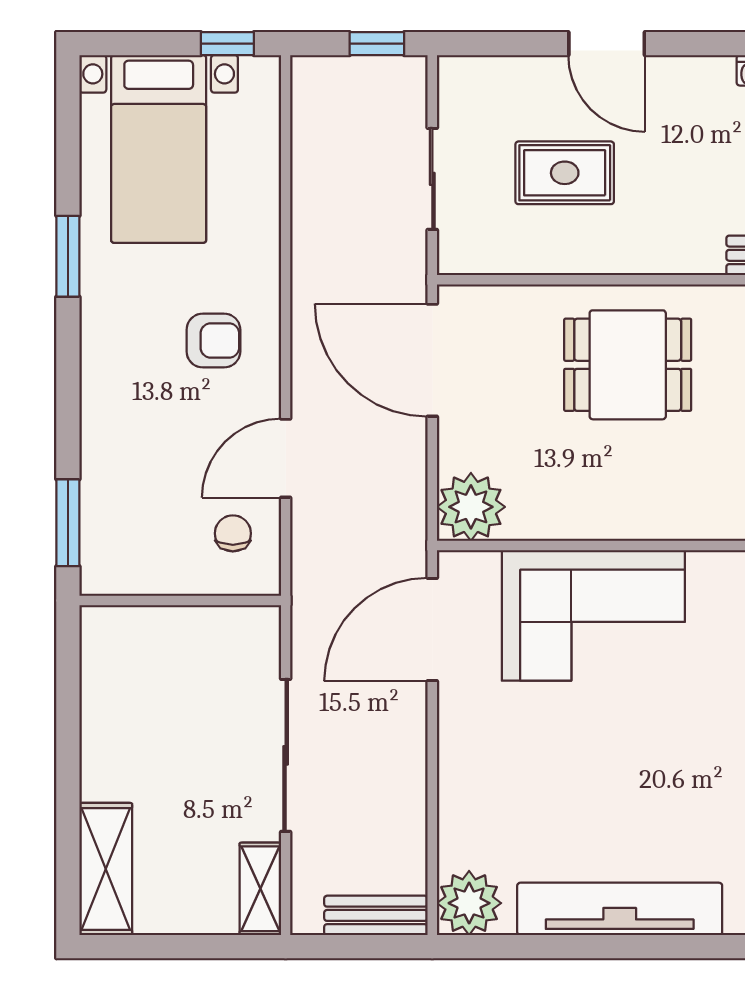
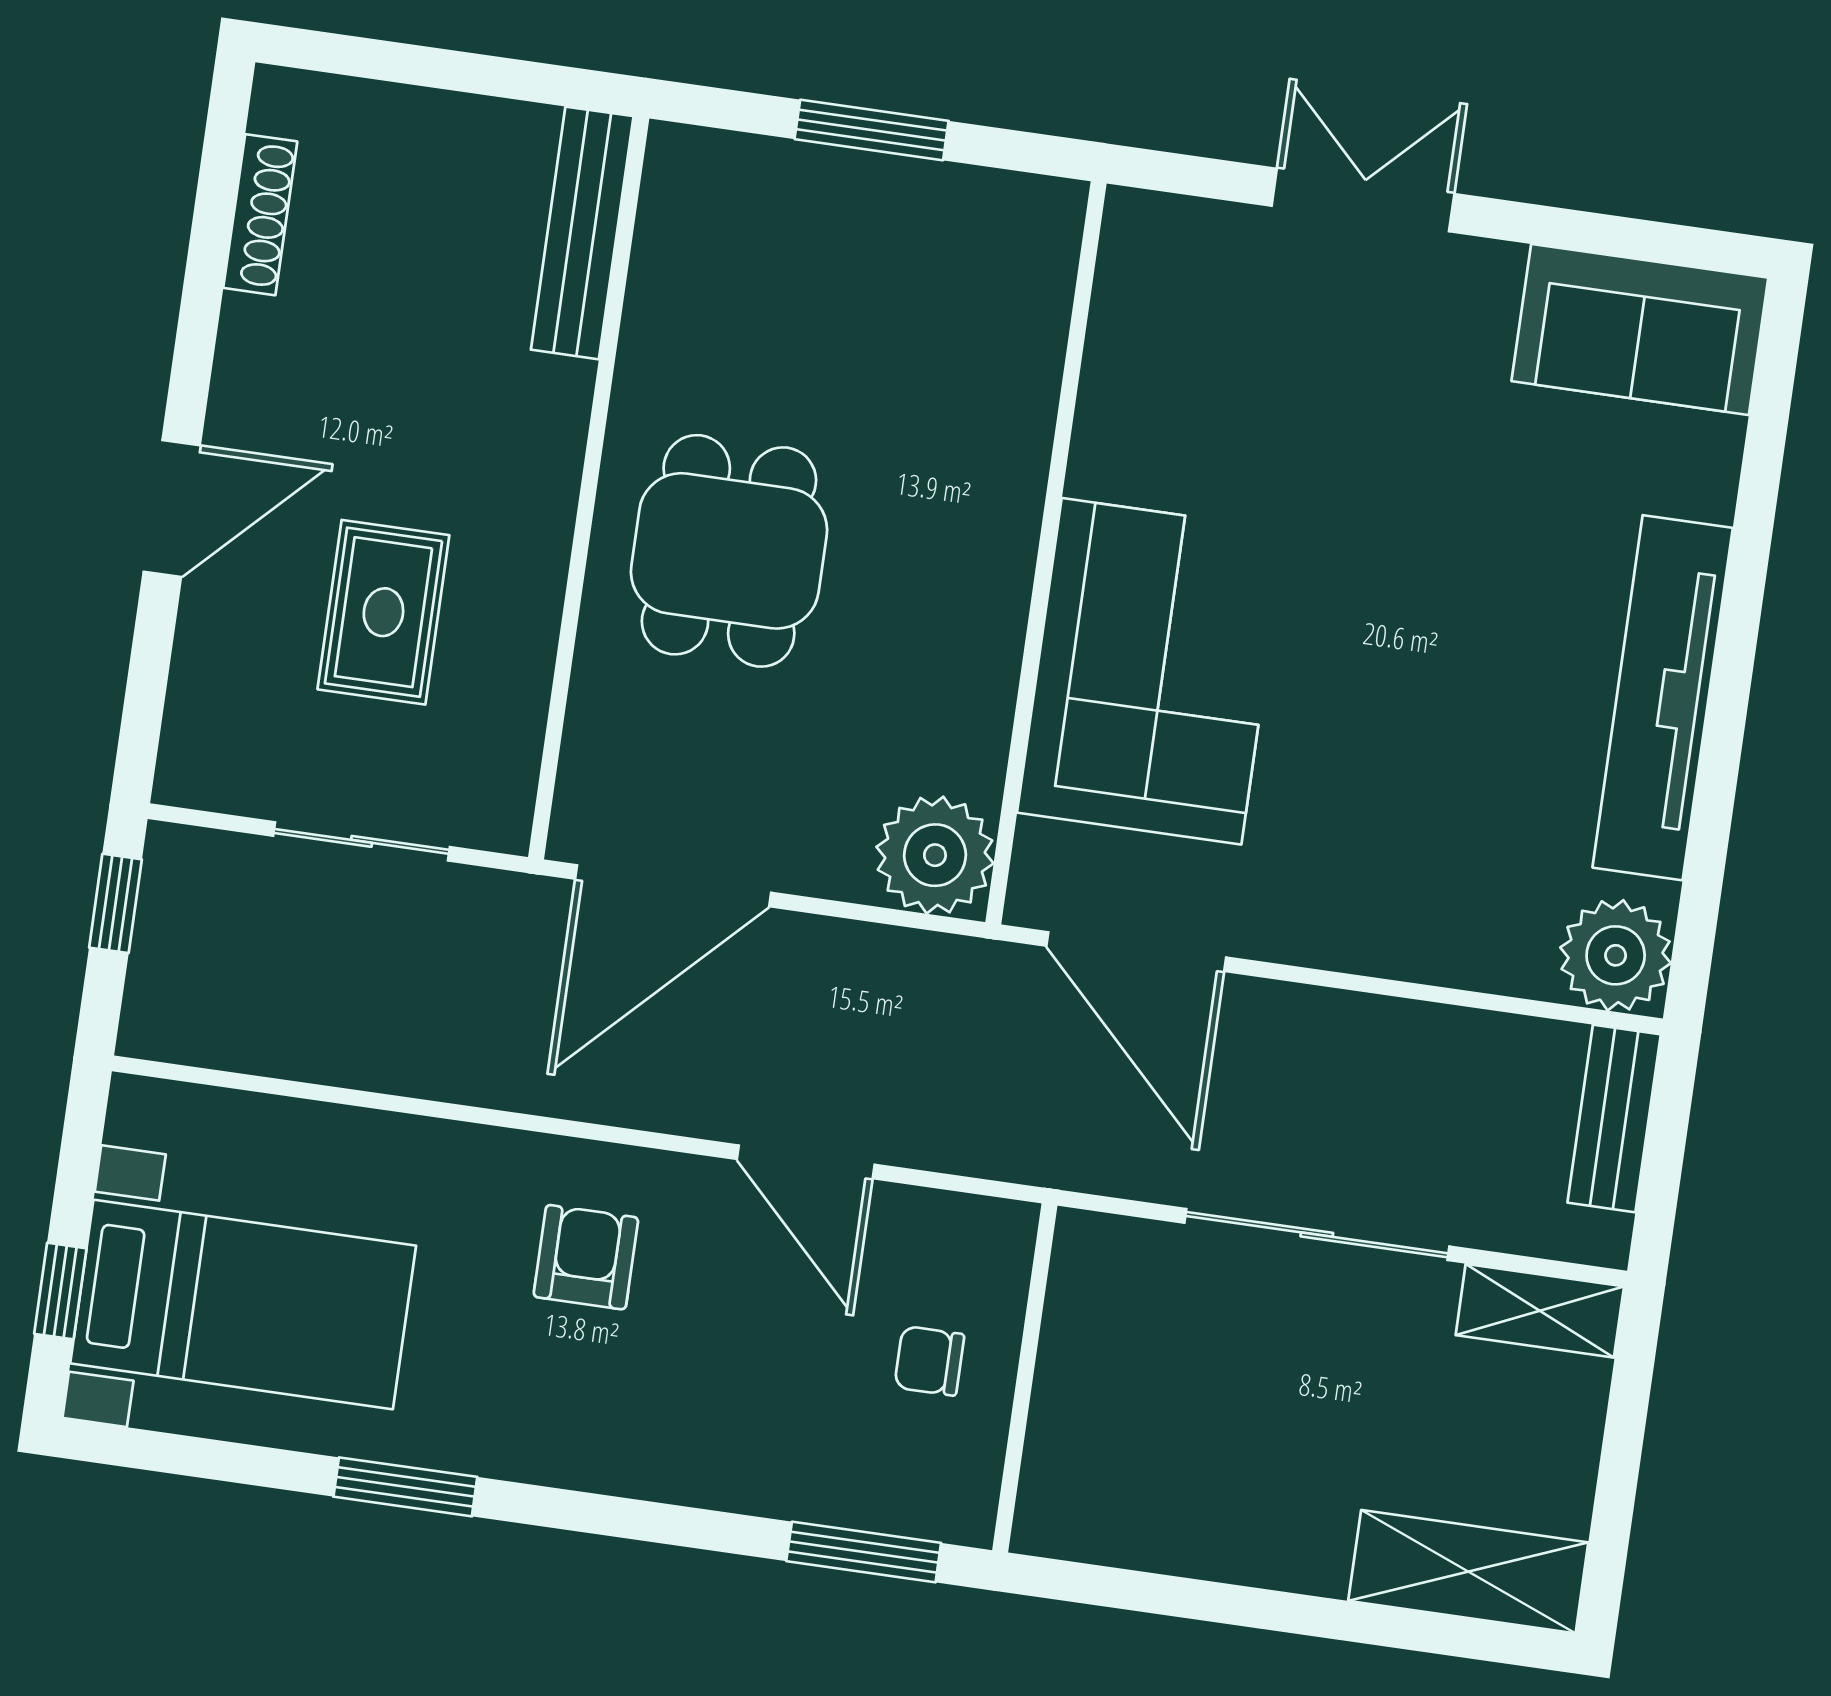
window: (227, 44) -> (60, 1291), moved
chair: (233, 533) -> (929, 1361), moved

